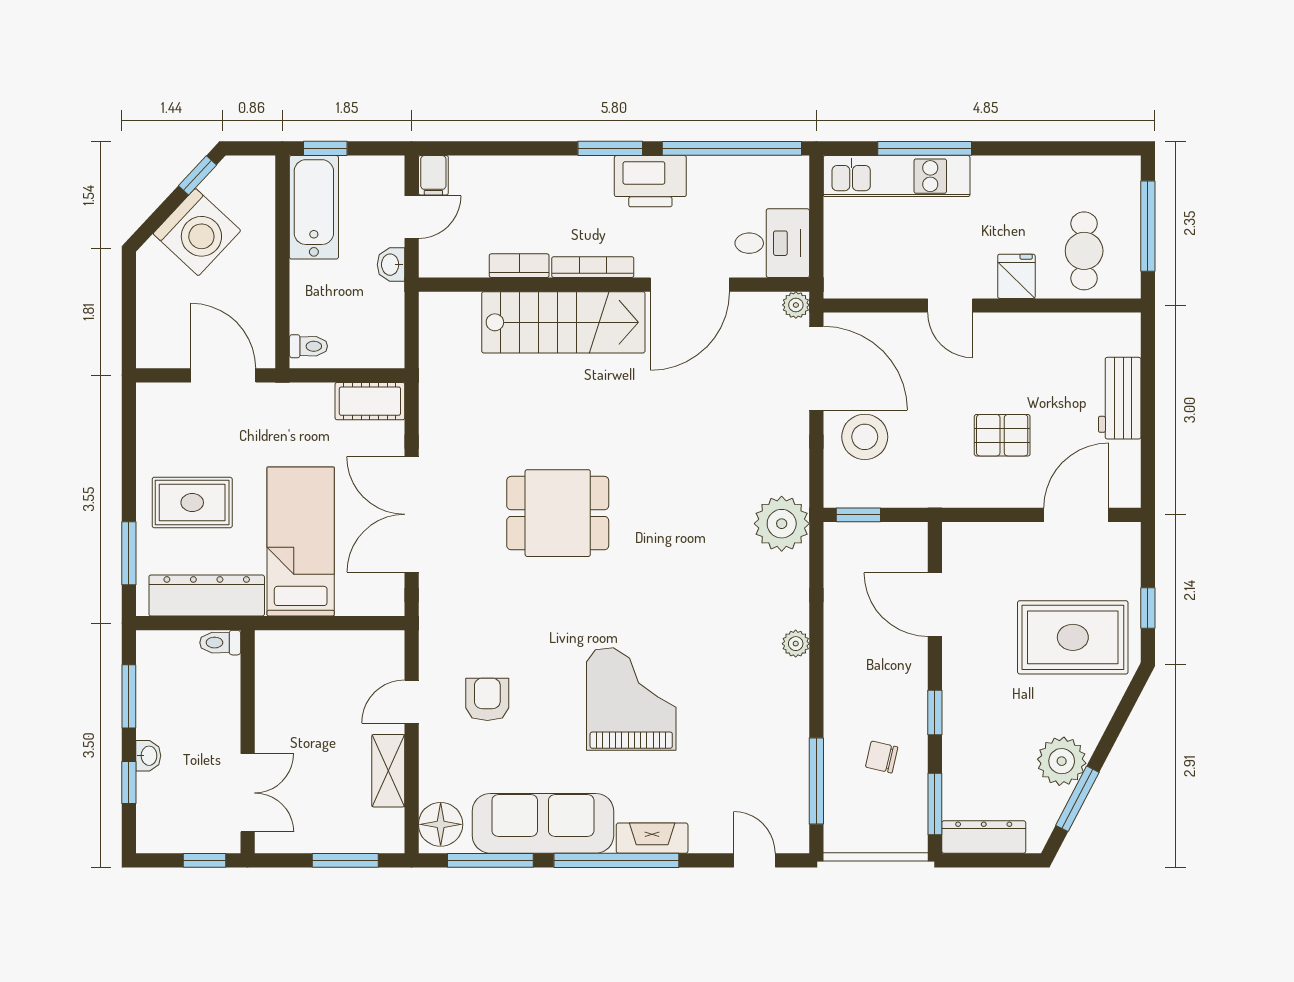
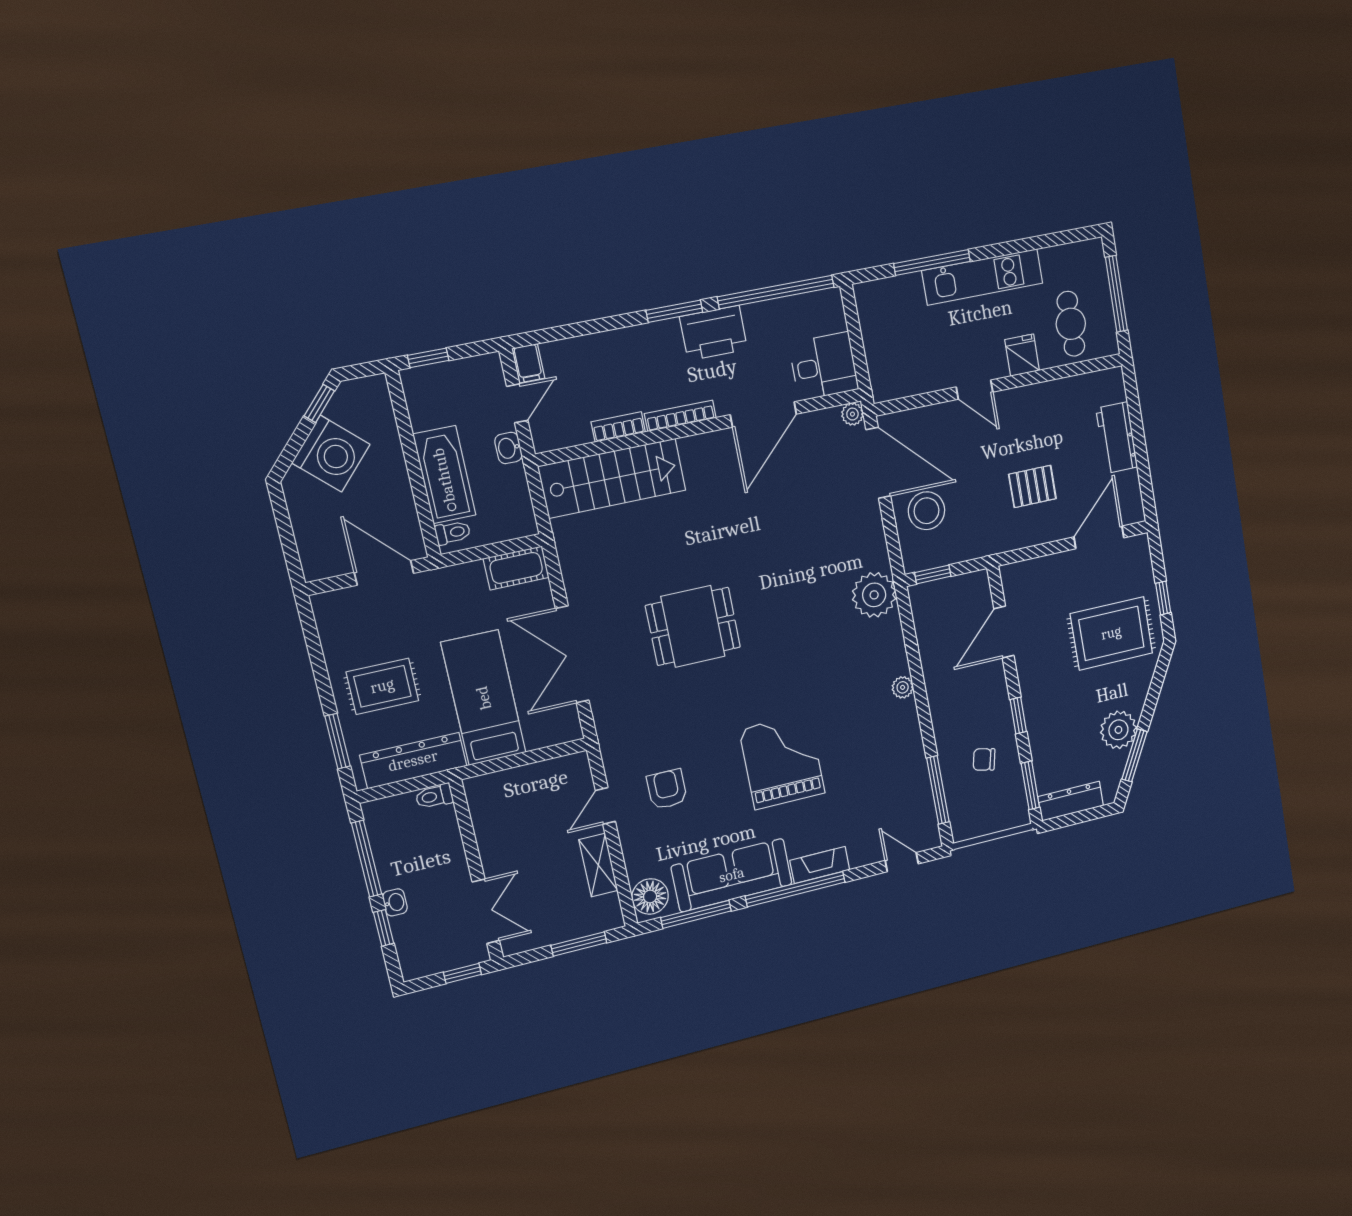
kitchen unit: (897, 176) -> (982, 277), moved
bathtub: (314, 207) -> (444, 475), moved
stairs: (563, 322) -> (612, 478), moved
door: (935, 605) -> (1004, 632), hinge flipped
window: (129, 696) -> (366, 859), width x1.44

